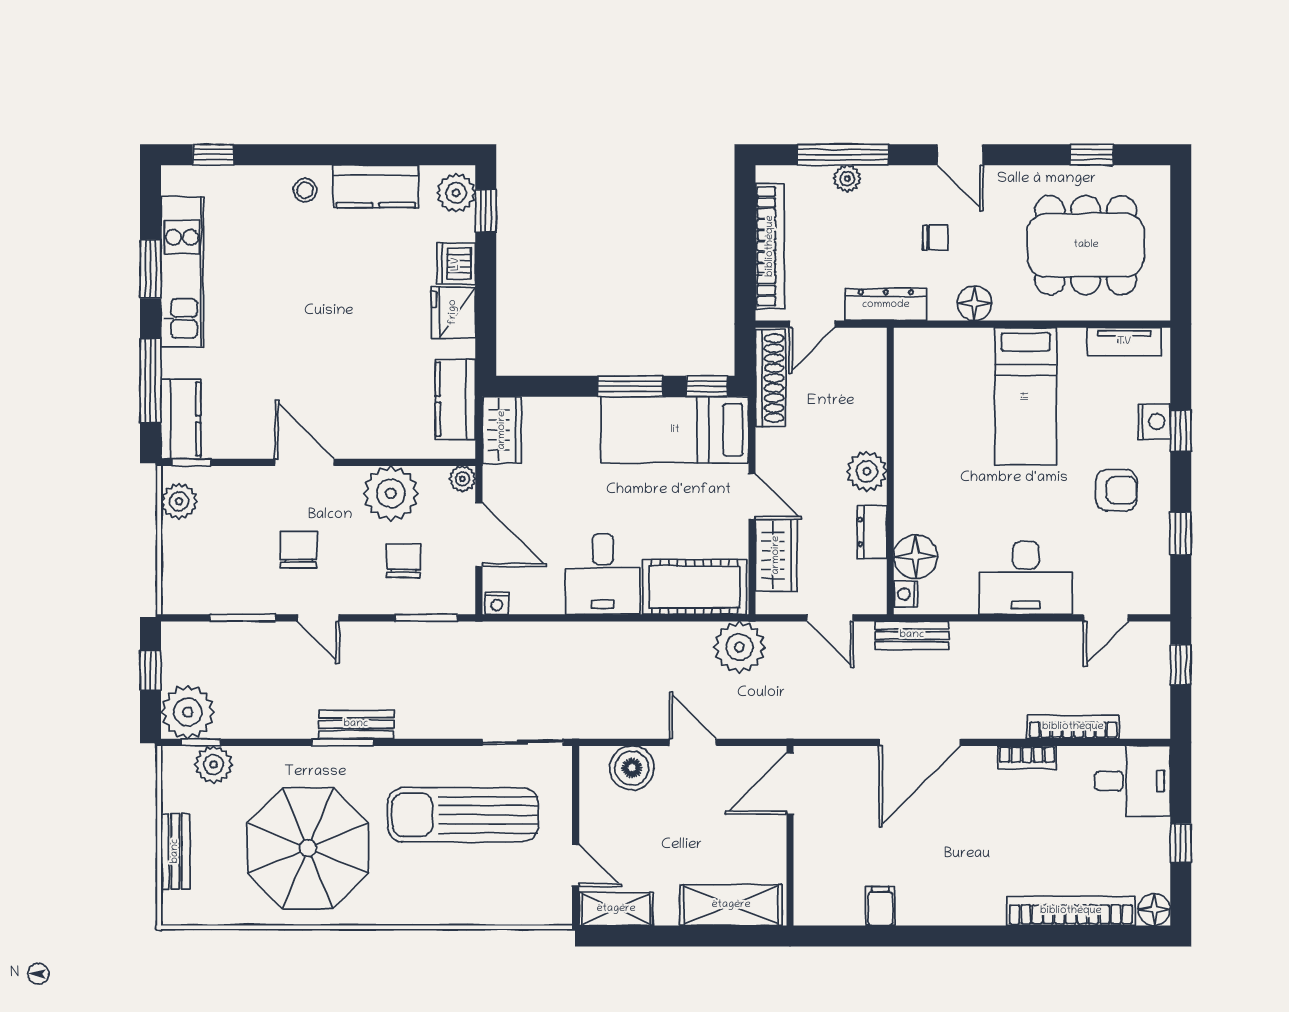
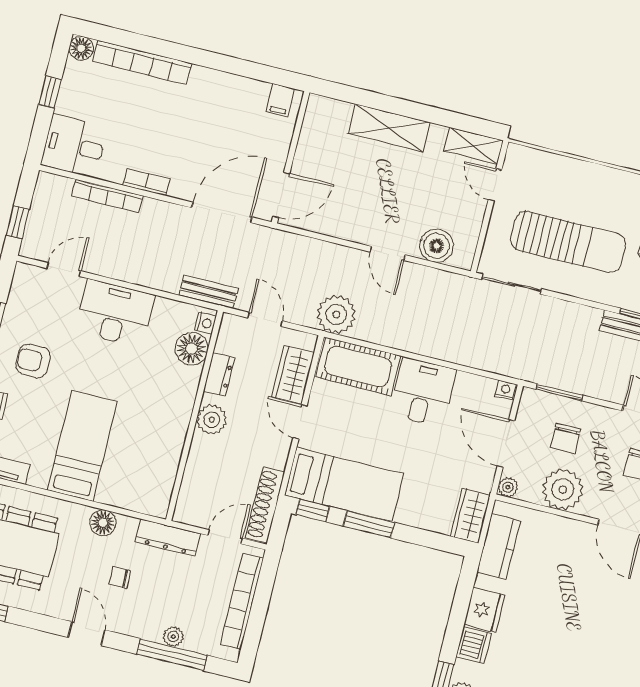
door: (790, 784) -> (281, 195), moved
wall: (790, 836) -> (291, 157), moved

